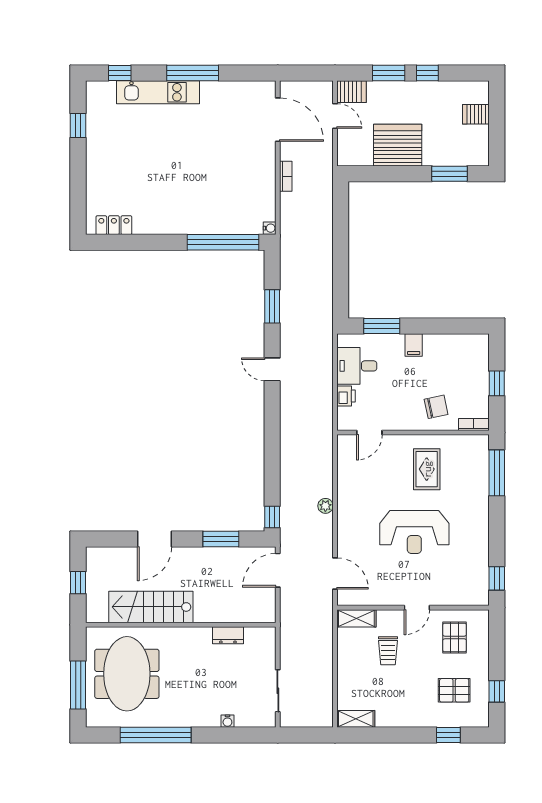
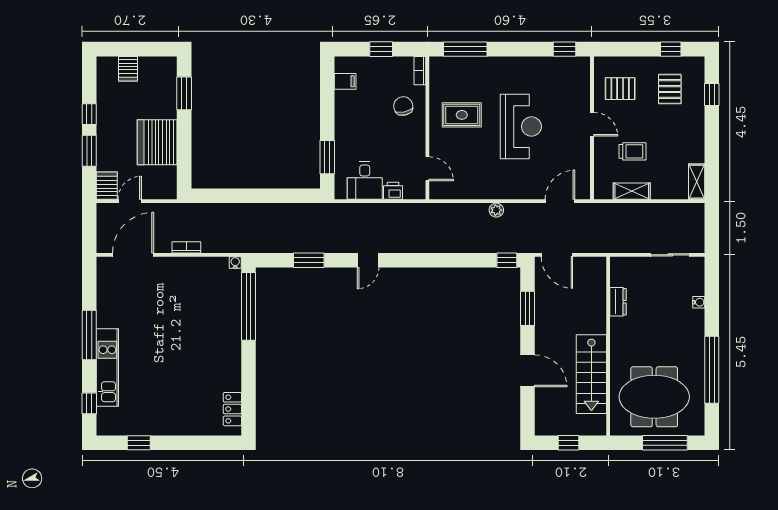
filing cabinet: (414, 345) -> (345, 81), moved
shelving: (356, 618) -> (632, 191), moved, turned 90

